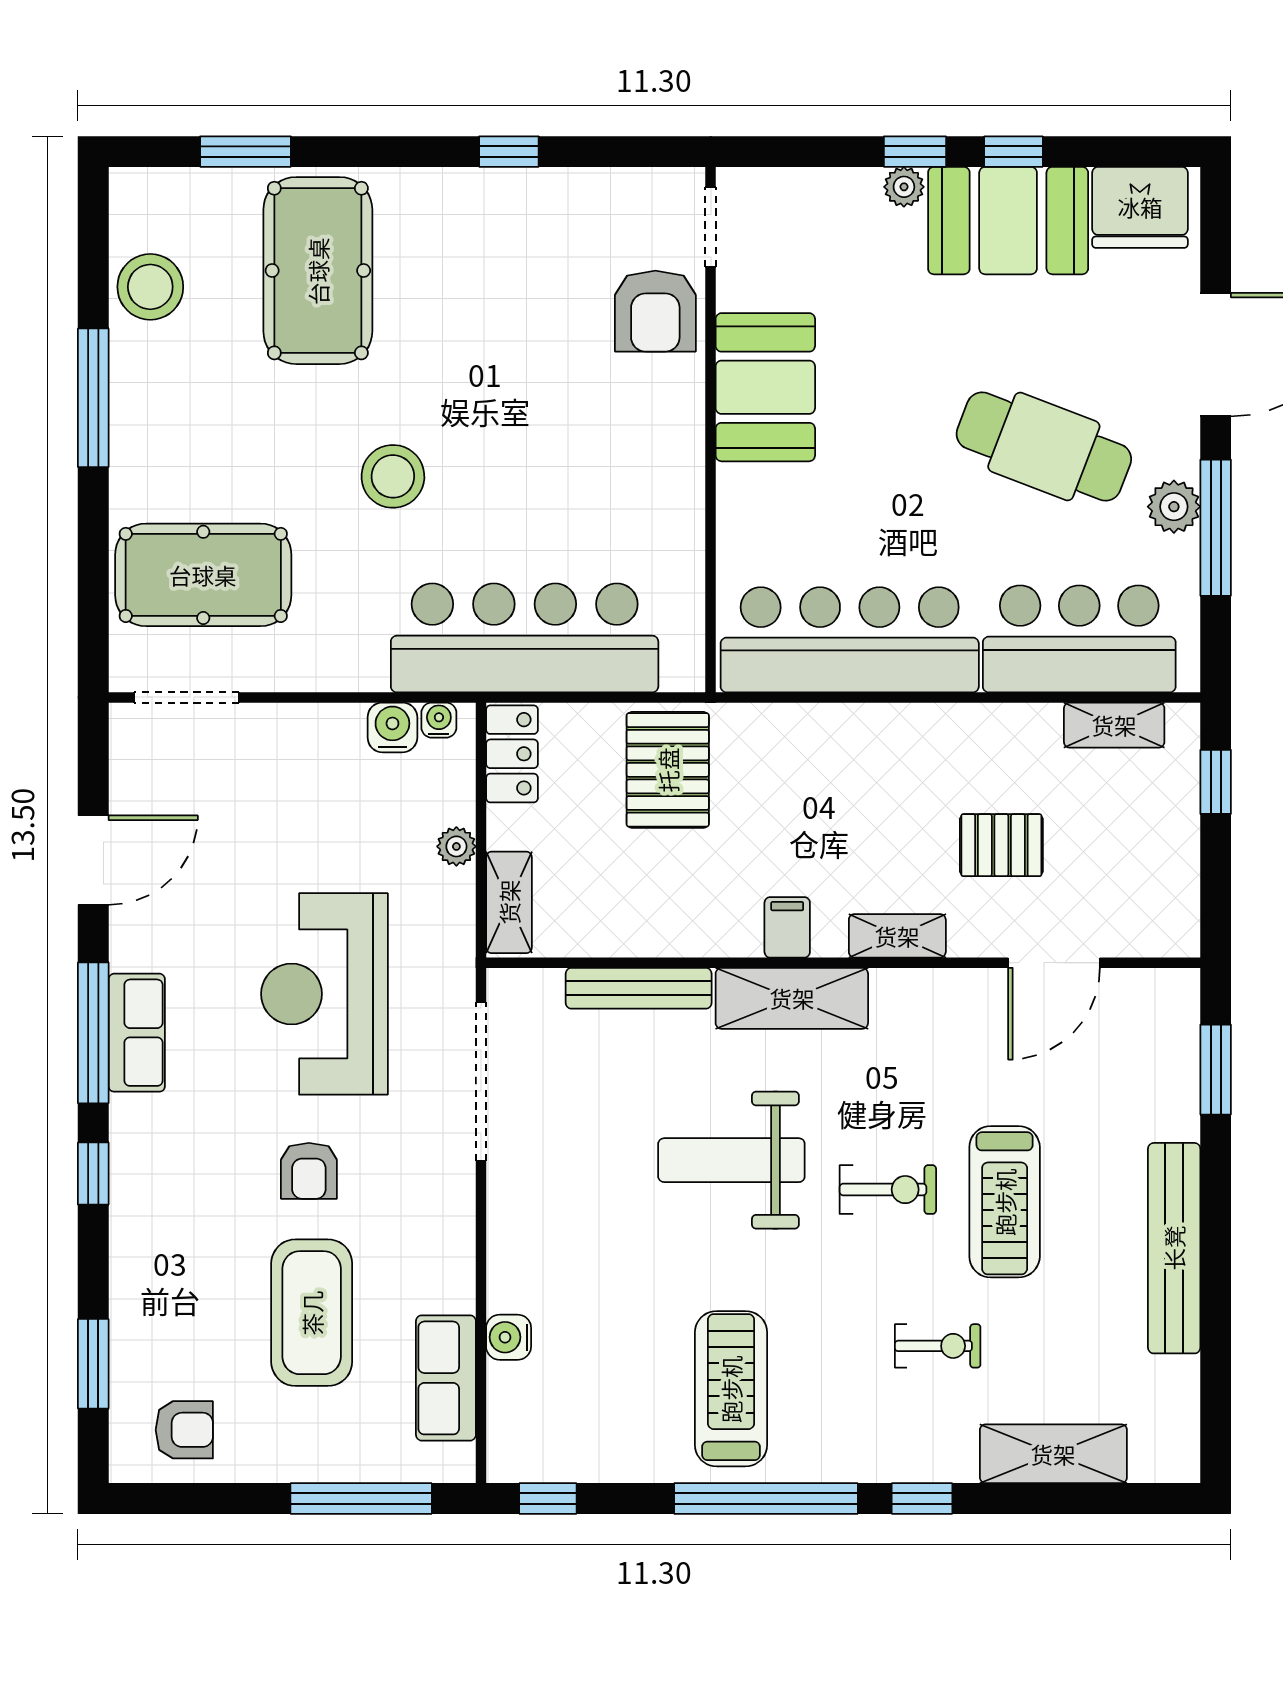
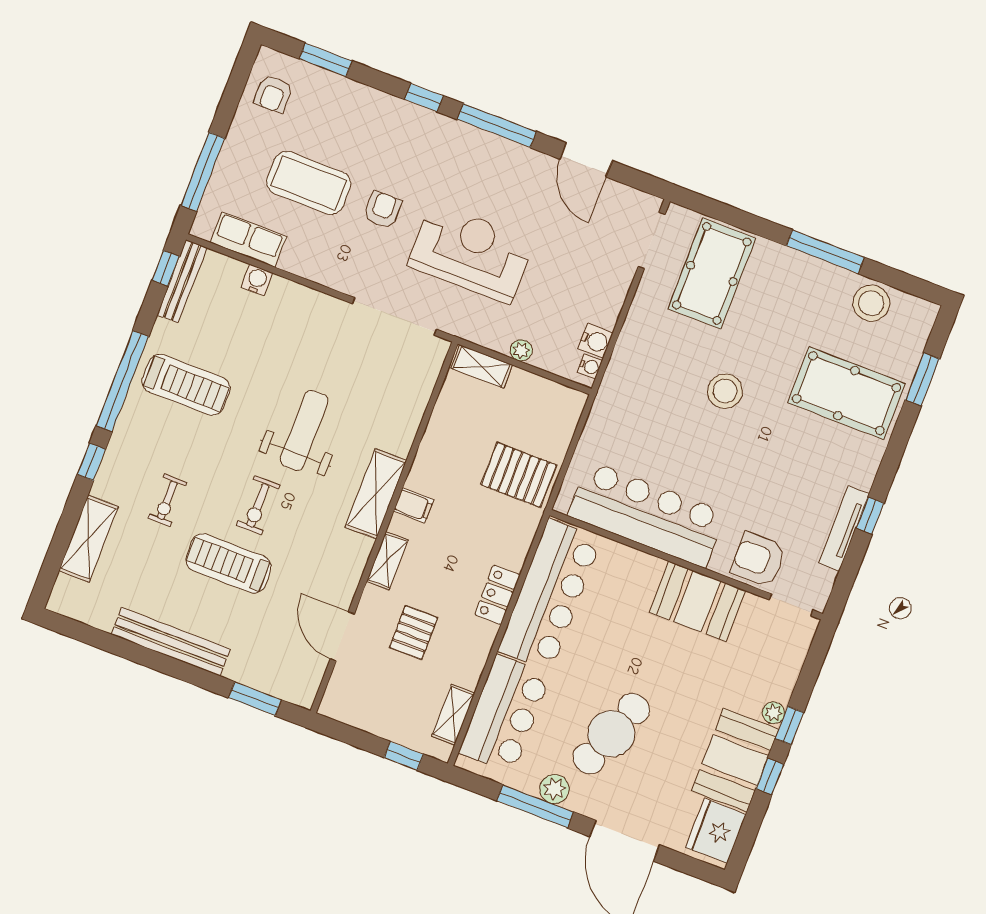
tv unit: (548, 187) -> (844, 529), added
bar counter: (525, 638) -> (647, 514), moved, turned -90
locker: (512, 754) -> (497, 595), moved, turned 90
bench: (639, 988) -> (182, 281), moved
row of seats: (137, 1033) -> (488, 148), removed
armchair: (309, 1171) -> (383, 210), turned 90

